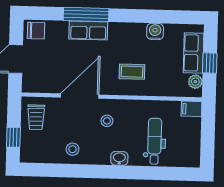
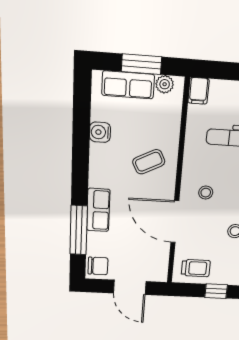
window: (86, 14) -> (79, 230), moved
chair: (36, 31) -> (98, 266), turned 90
window: (210, 63) -> (142, 64), width x1.50
coffee table: (132, 72) -> (149, 162), turned 63

